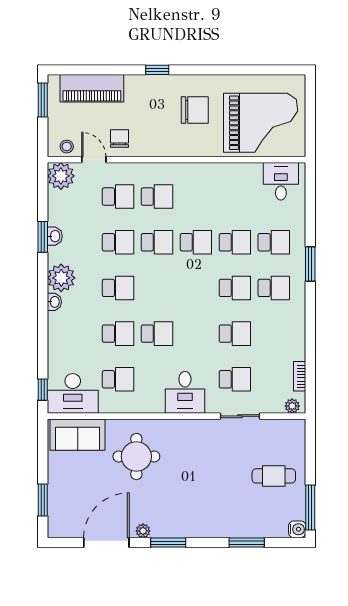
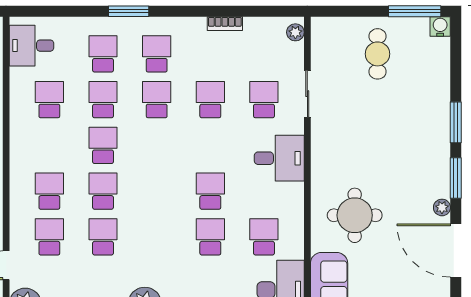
school desk: (118, 288) -> (49, 100), moved
bookcase: (300, 376) -> (225, 24), moved
window: (247, 543) -> (456, 122), moved

